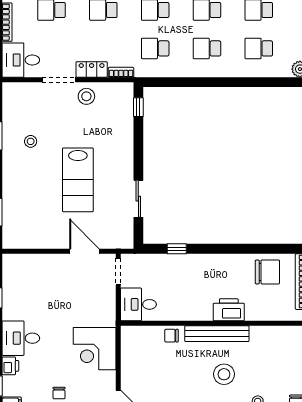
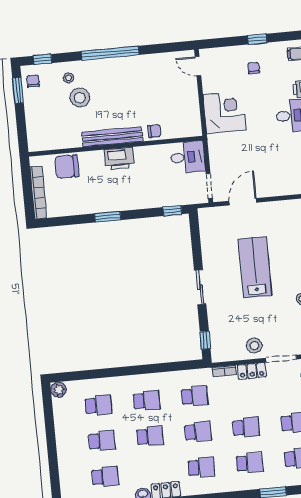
sliding door: (138, 199) -> (200, 287), moved
window: (177, 249) -> (172, 211), moved
window: (230, 249) -> (108, 217), added
door: (84, 251) -> (243, 202), swing flipped
chair: (267, 272) -> (67, 167), moved
printer: (229, 310) -> (119, 159), moved
stool: (224, 374) -> (80, 98), moved

